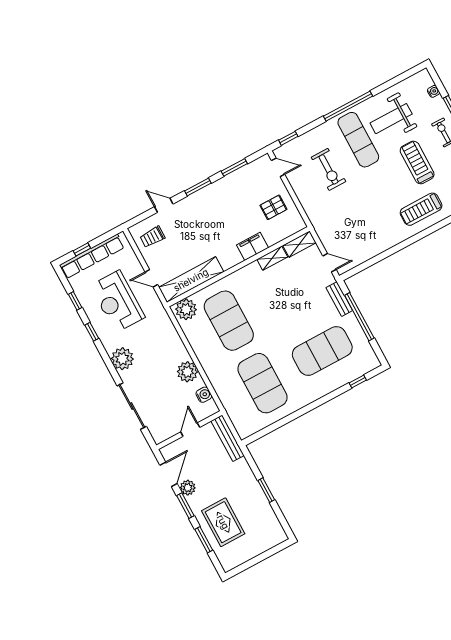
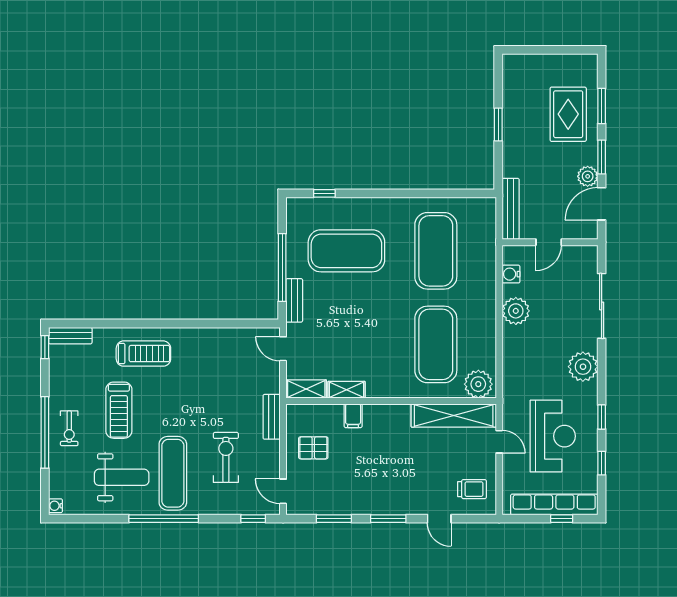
water cooler: (433, 91) -> (56, 506), moved
bench: (313, 213) -> (272, 417), added
filing cabinet: (252, 246) -> (353, 416), width x0.50

